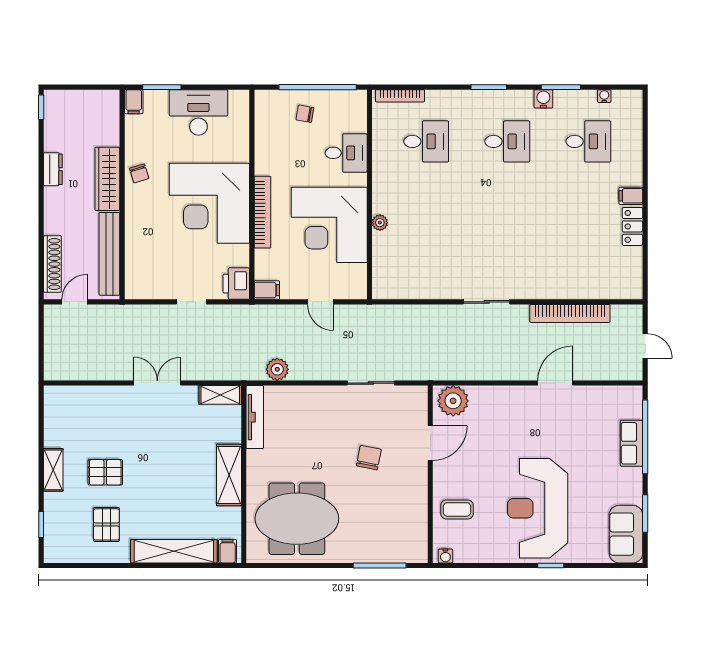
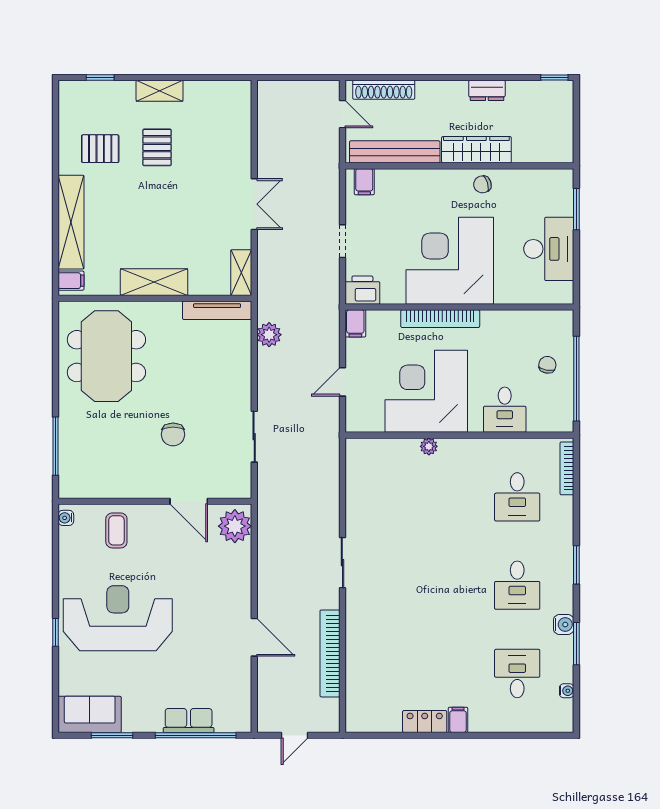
filing cabinet: (134, 102) -> (364, 182), moved, turned -90
desk: (588, 141) -> (517, 673), turned 180
chair: (369, 458) -> (173, 434), turned 79

